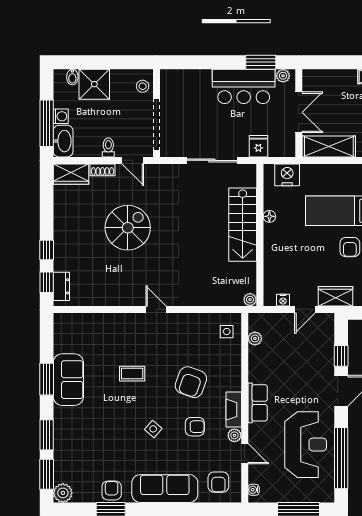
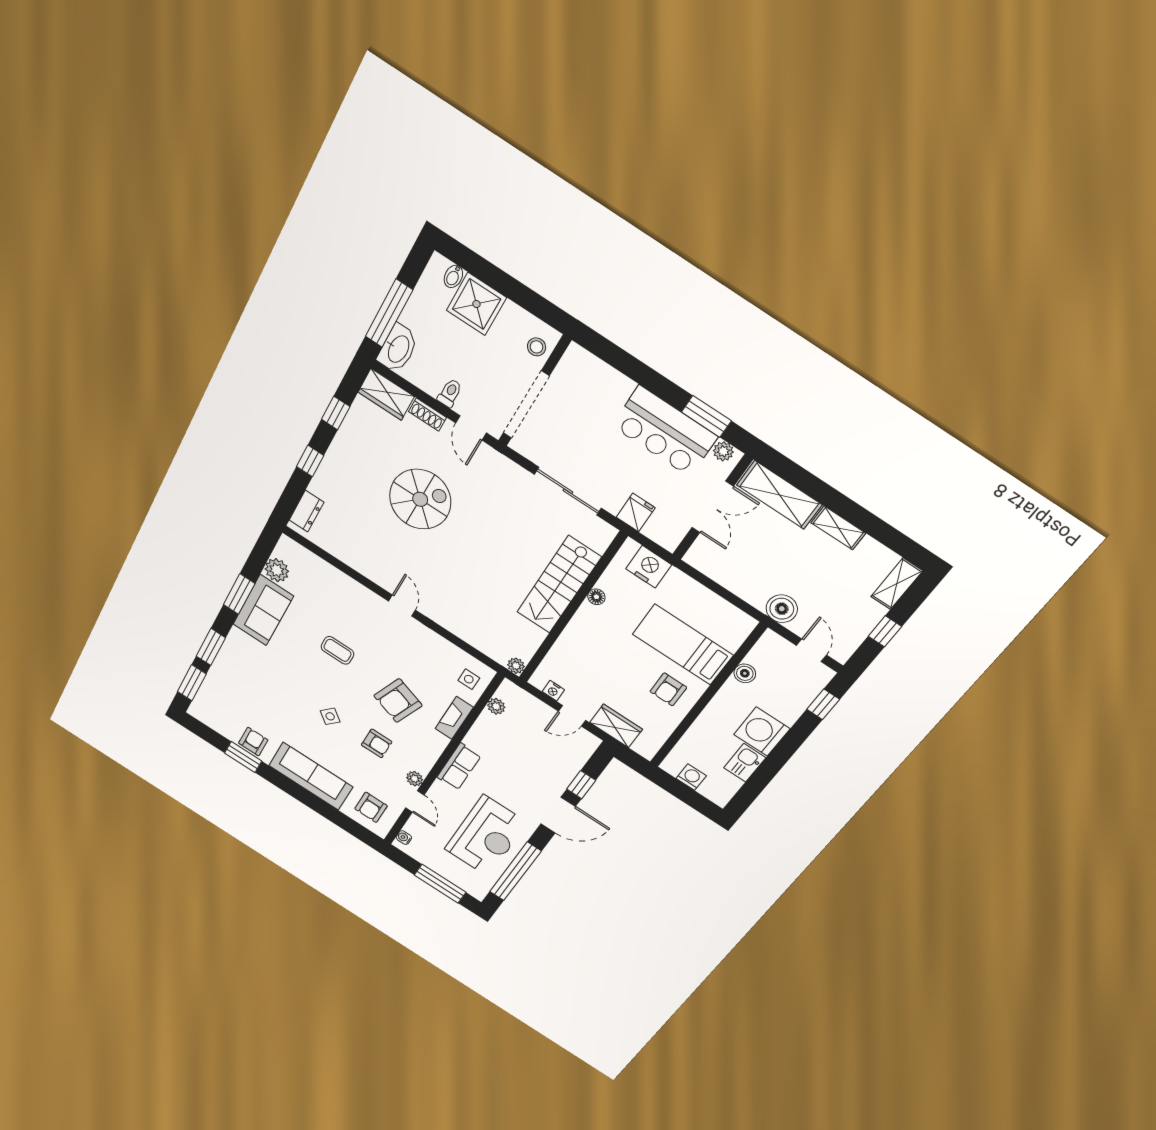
washing machine: (61, 116) -> (411, 316), removed
shelving: (329, 146) -> (779, 495), moved
window: (47, 282) -> (336, 413), moved
fireplace: (234, 410) -> (454, 718), moved
plant: (63, 493) -> (277, 570), moved

